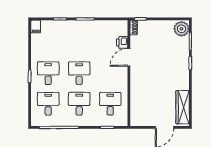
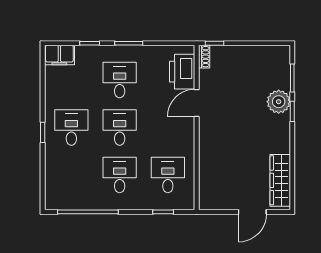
filing cabinet: (36, 27) -> (59, 55), width x2.00
plant: (182, 29) -> (279, 102), moved
printer: (122, 42) -> (182, 72), width x1.87, depth x1.48
desk: (48, 104) -> (120, 80), moved

